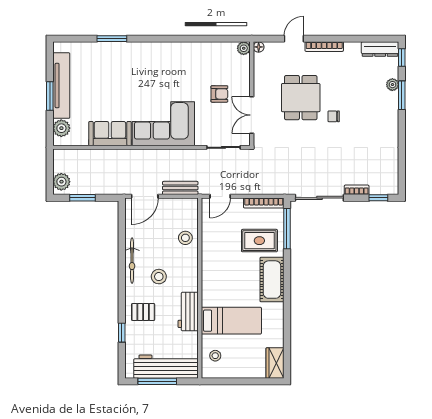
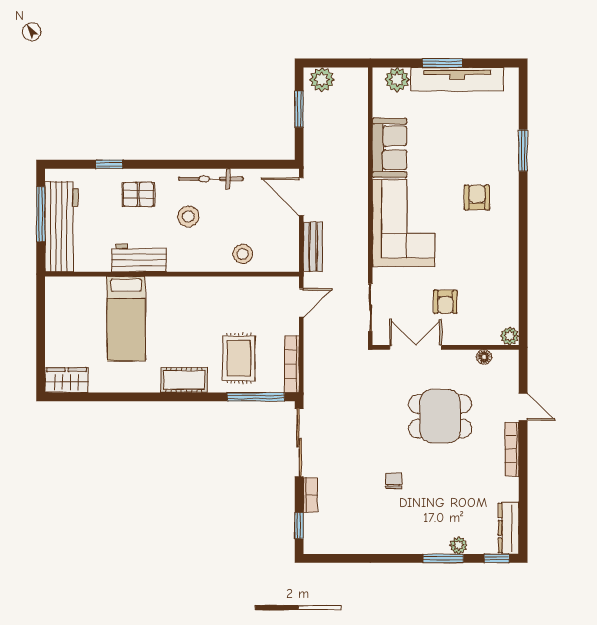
floor lamp: (259, 47) -> (484, 357), moved
armchair: (145, 71) -> (477, 197), added
chair: (334, 116) -> (394, 481), moved
door: (220, 196) -> (301, 303), swing flipped
cot: (272, 280) -> (184, 380), width x0.73, depth x0.75
pallet: (143, 312) -> (138, 194), turned 90
stool: (215, 356) -> (77, 296), removed

